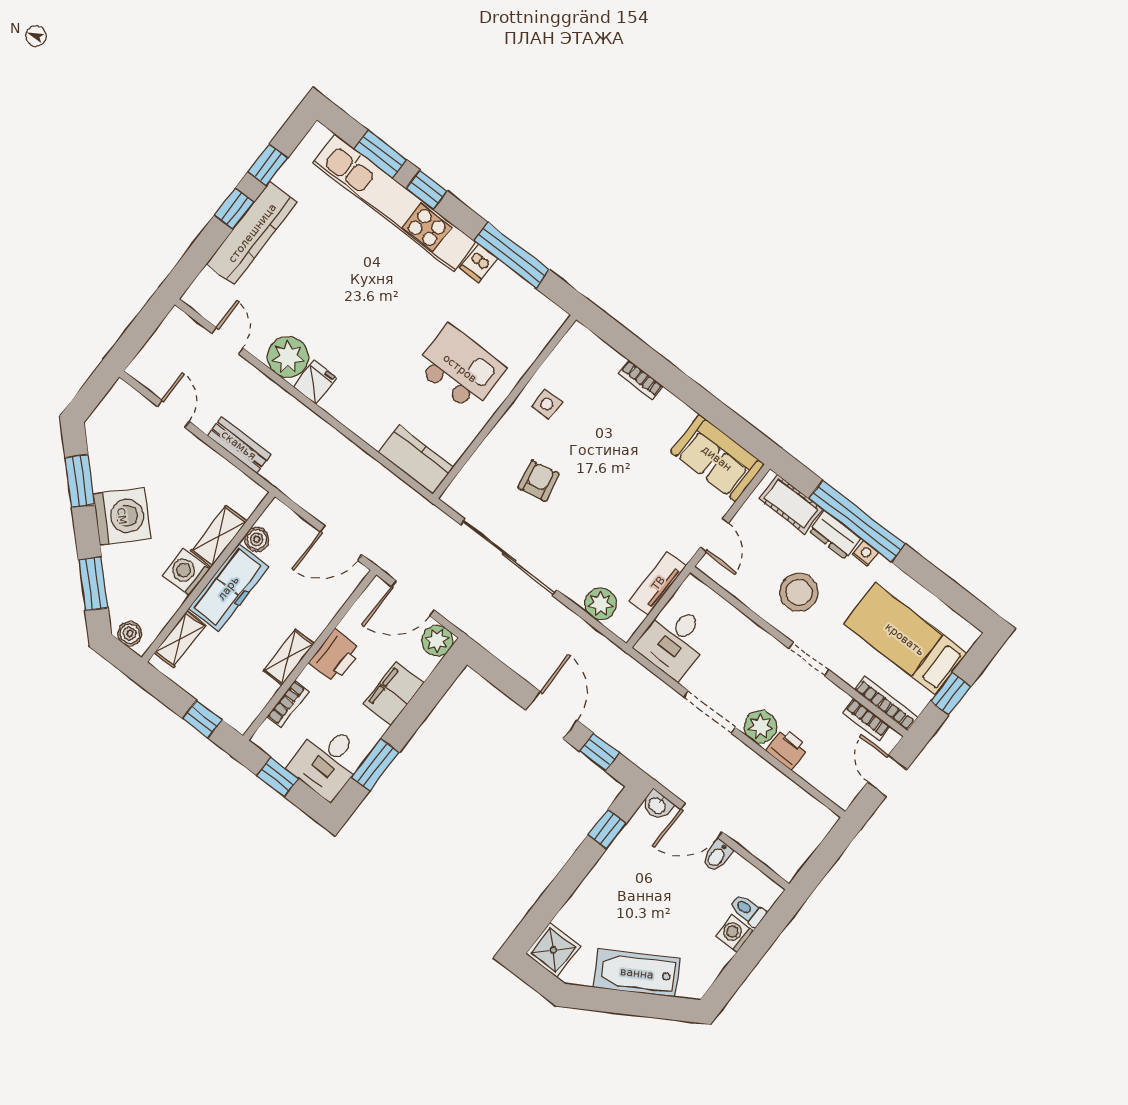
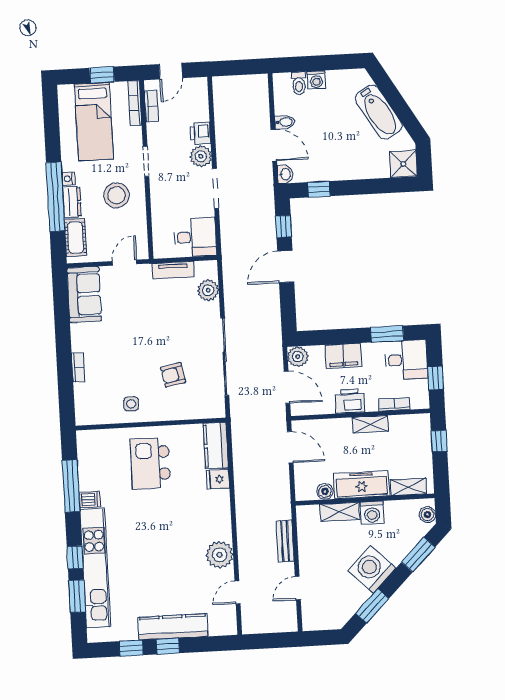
fridge: (315, 382) -> (218, 479), moved

